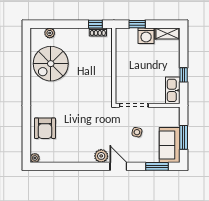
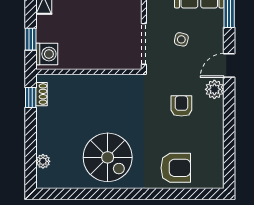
washing machine: (146, 36) -> (47, 54), moved
spiral stairs: (51, 64) -> (108, 157), moved
armchair: (89, 132) -> (181, 106), added
plant: (35, 158) -> (217, 182), removed

